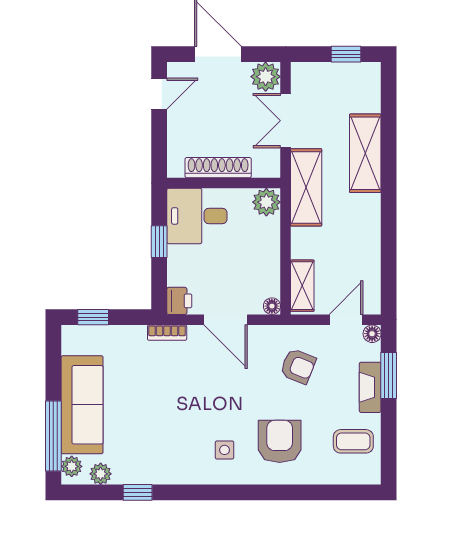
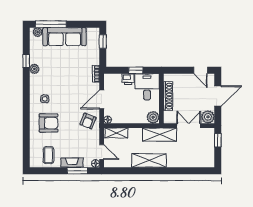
window: (346, 54) -> (218, 140), moved
shelving: (365, 153) -> (149, 160), moved
printer: (179, 301) -> (128, 79), moved
armchair: (298, 366) -> (88, 121), moved
plant: (101, 474) -> (34, 69), moved

